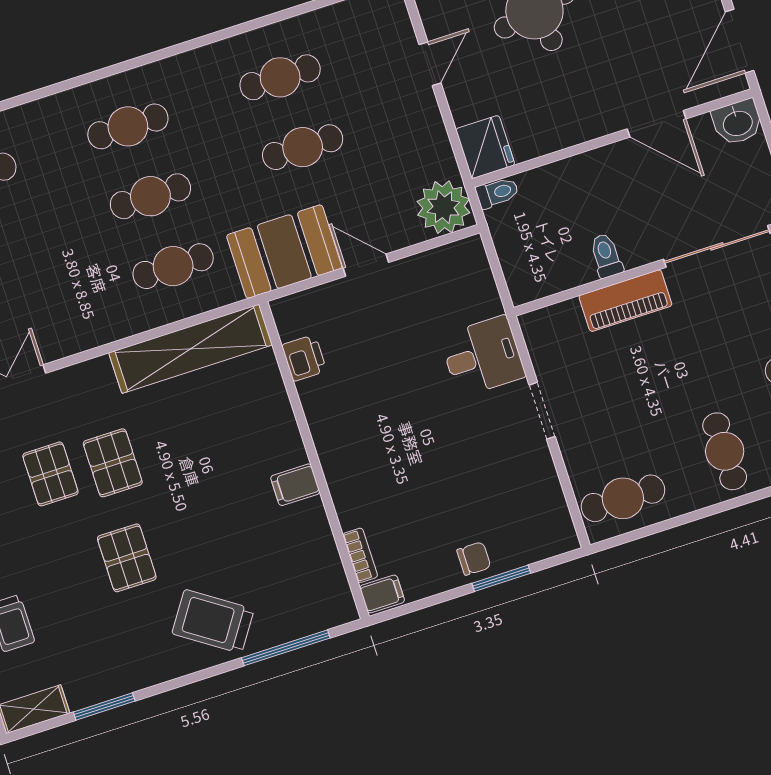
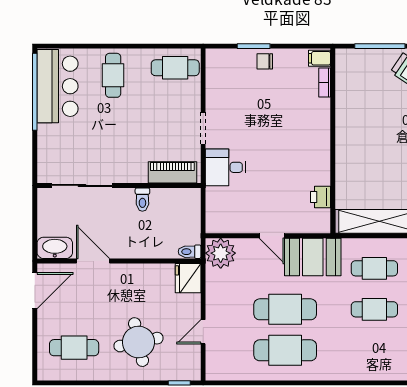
cafe table: (280, 77) -> (285, 350), width x1.37, depth x1.35
washbasin: (737, 122) -> (55, 248), width x1.38
cafe table: (128, 126) -> (374, 350), removed
cafe table: (303, 147) -> (285, 309), width x1.37, depth x1.35
piano: (625, 301) -> (172, 172), moved
filing cabinet: (295, 485) -> (347, 131), removed

